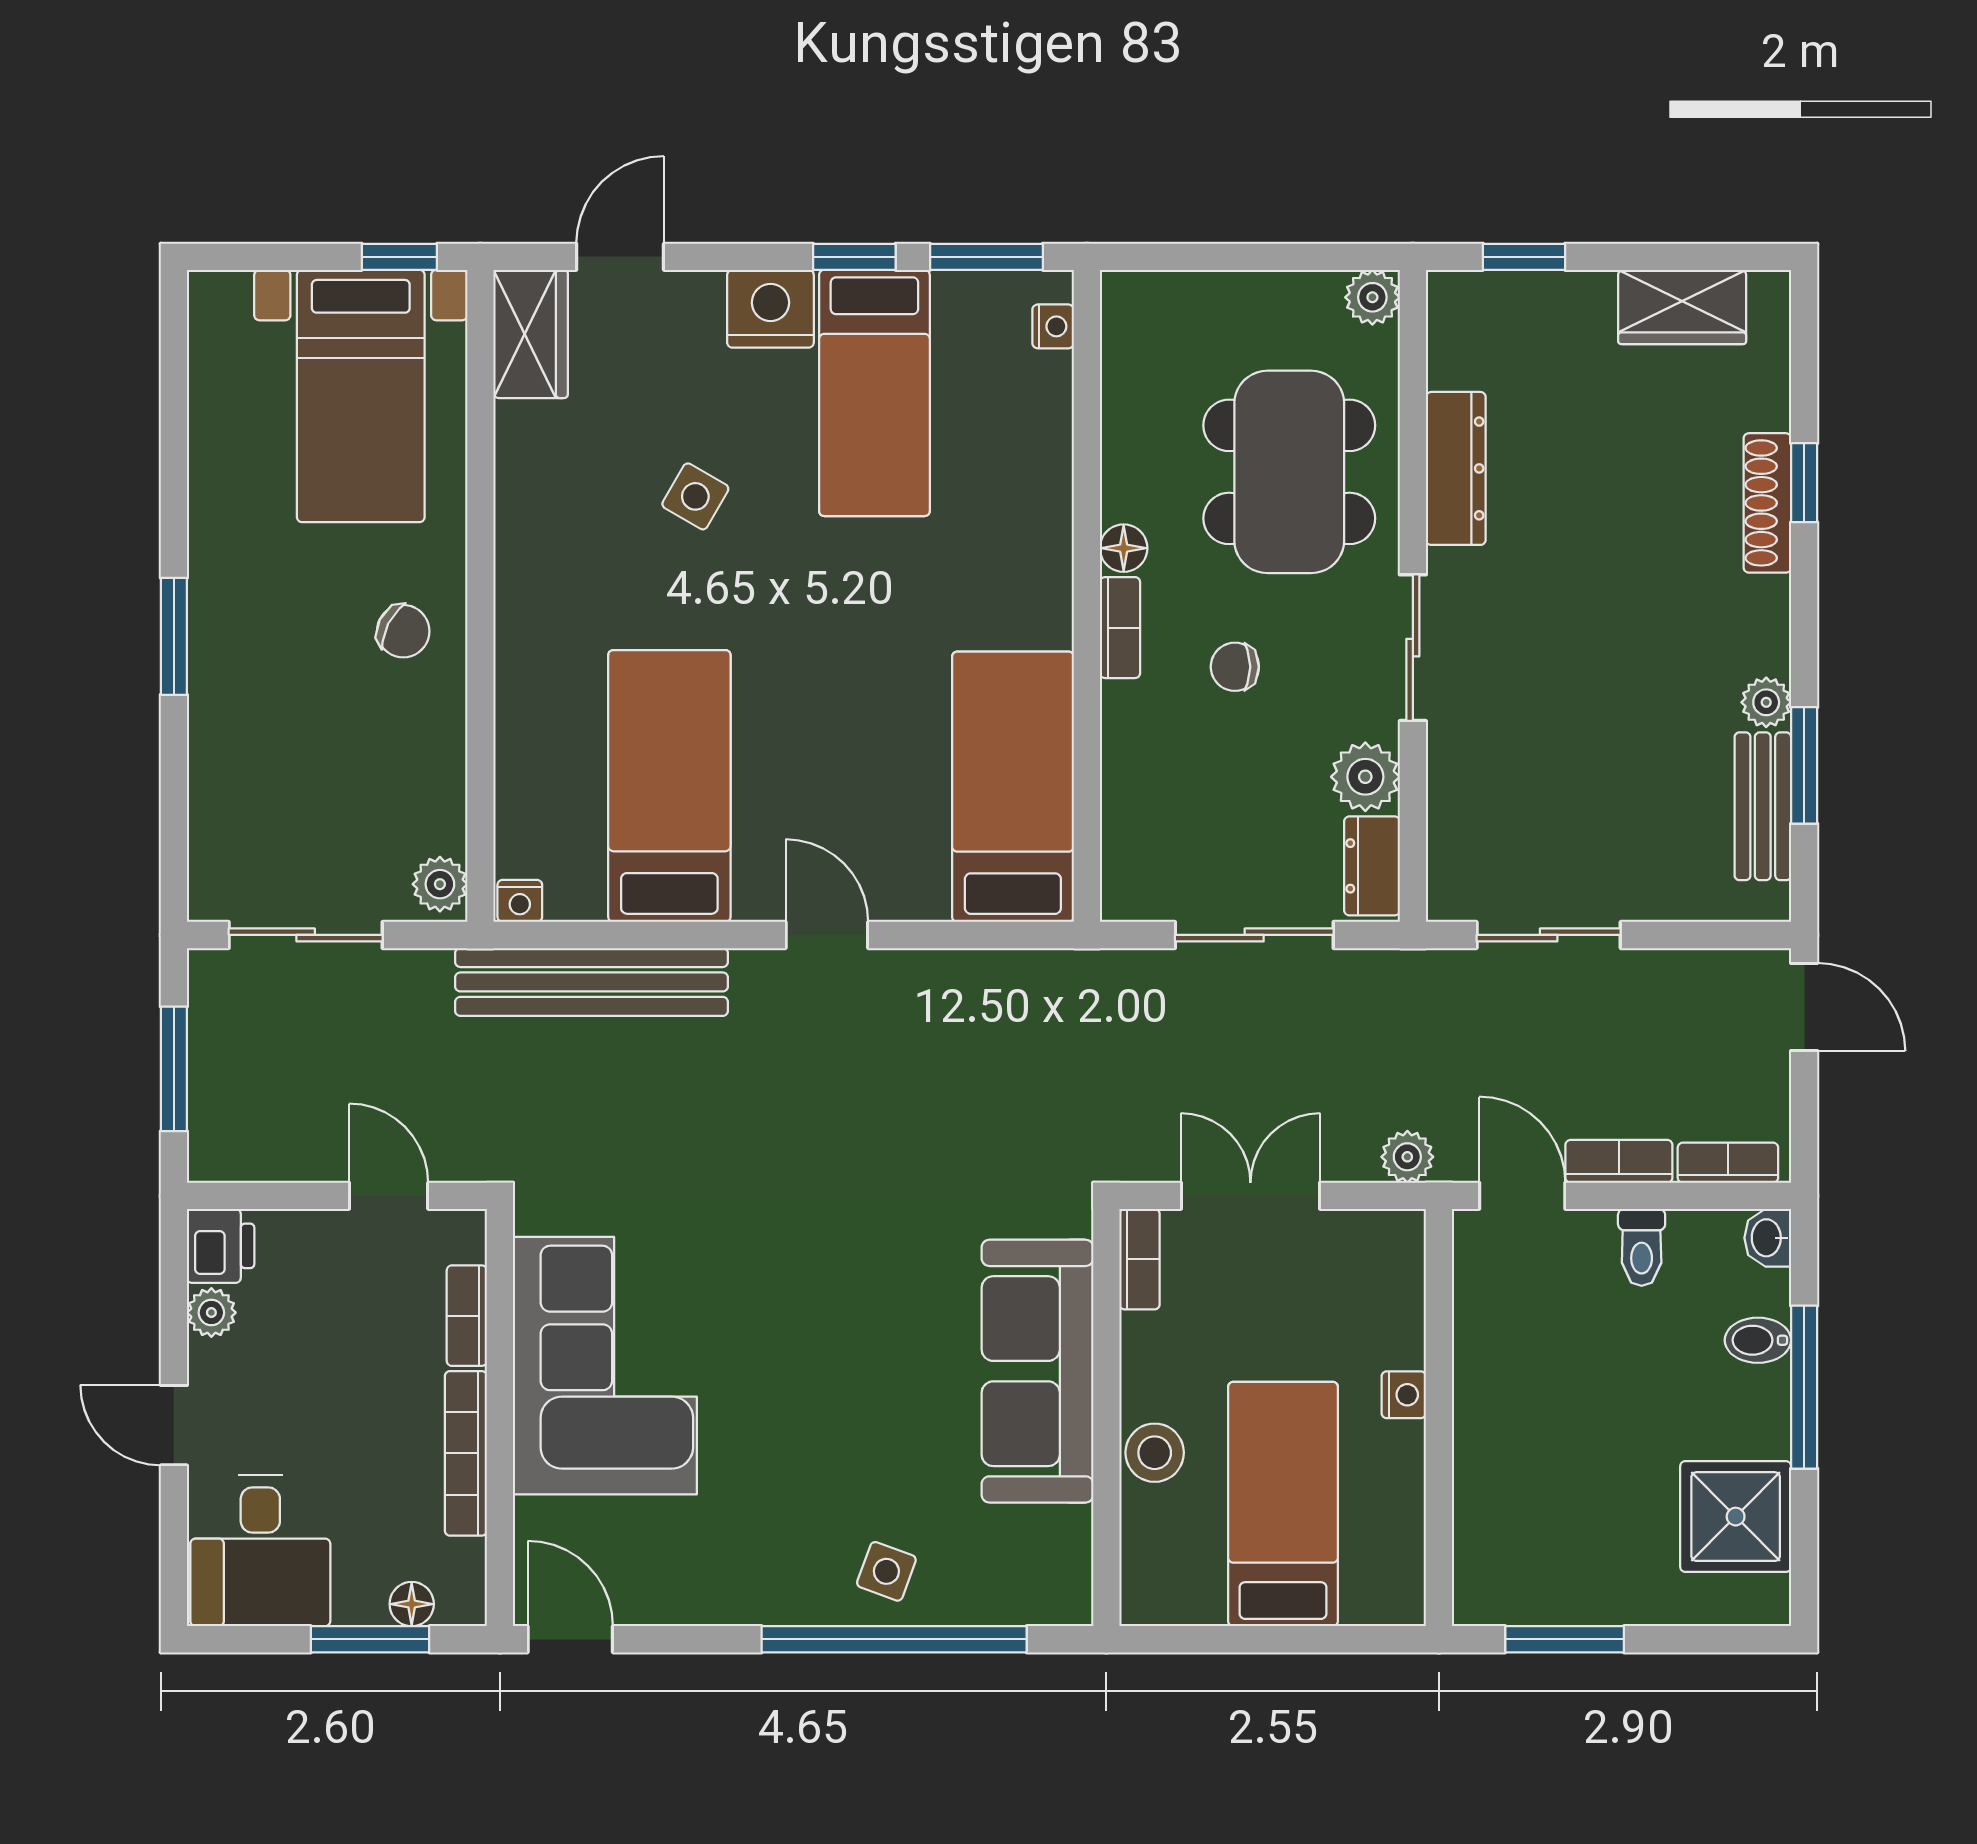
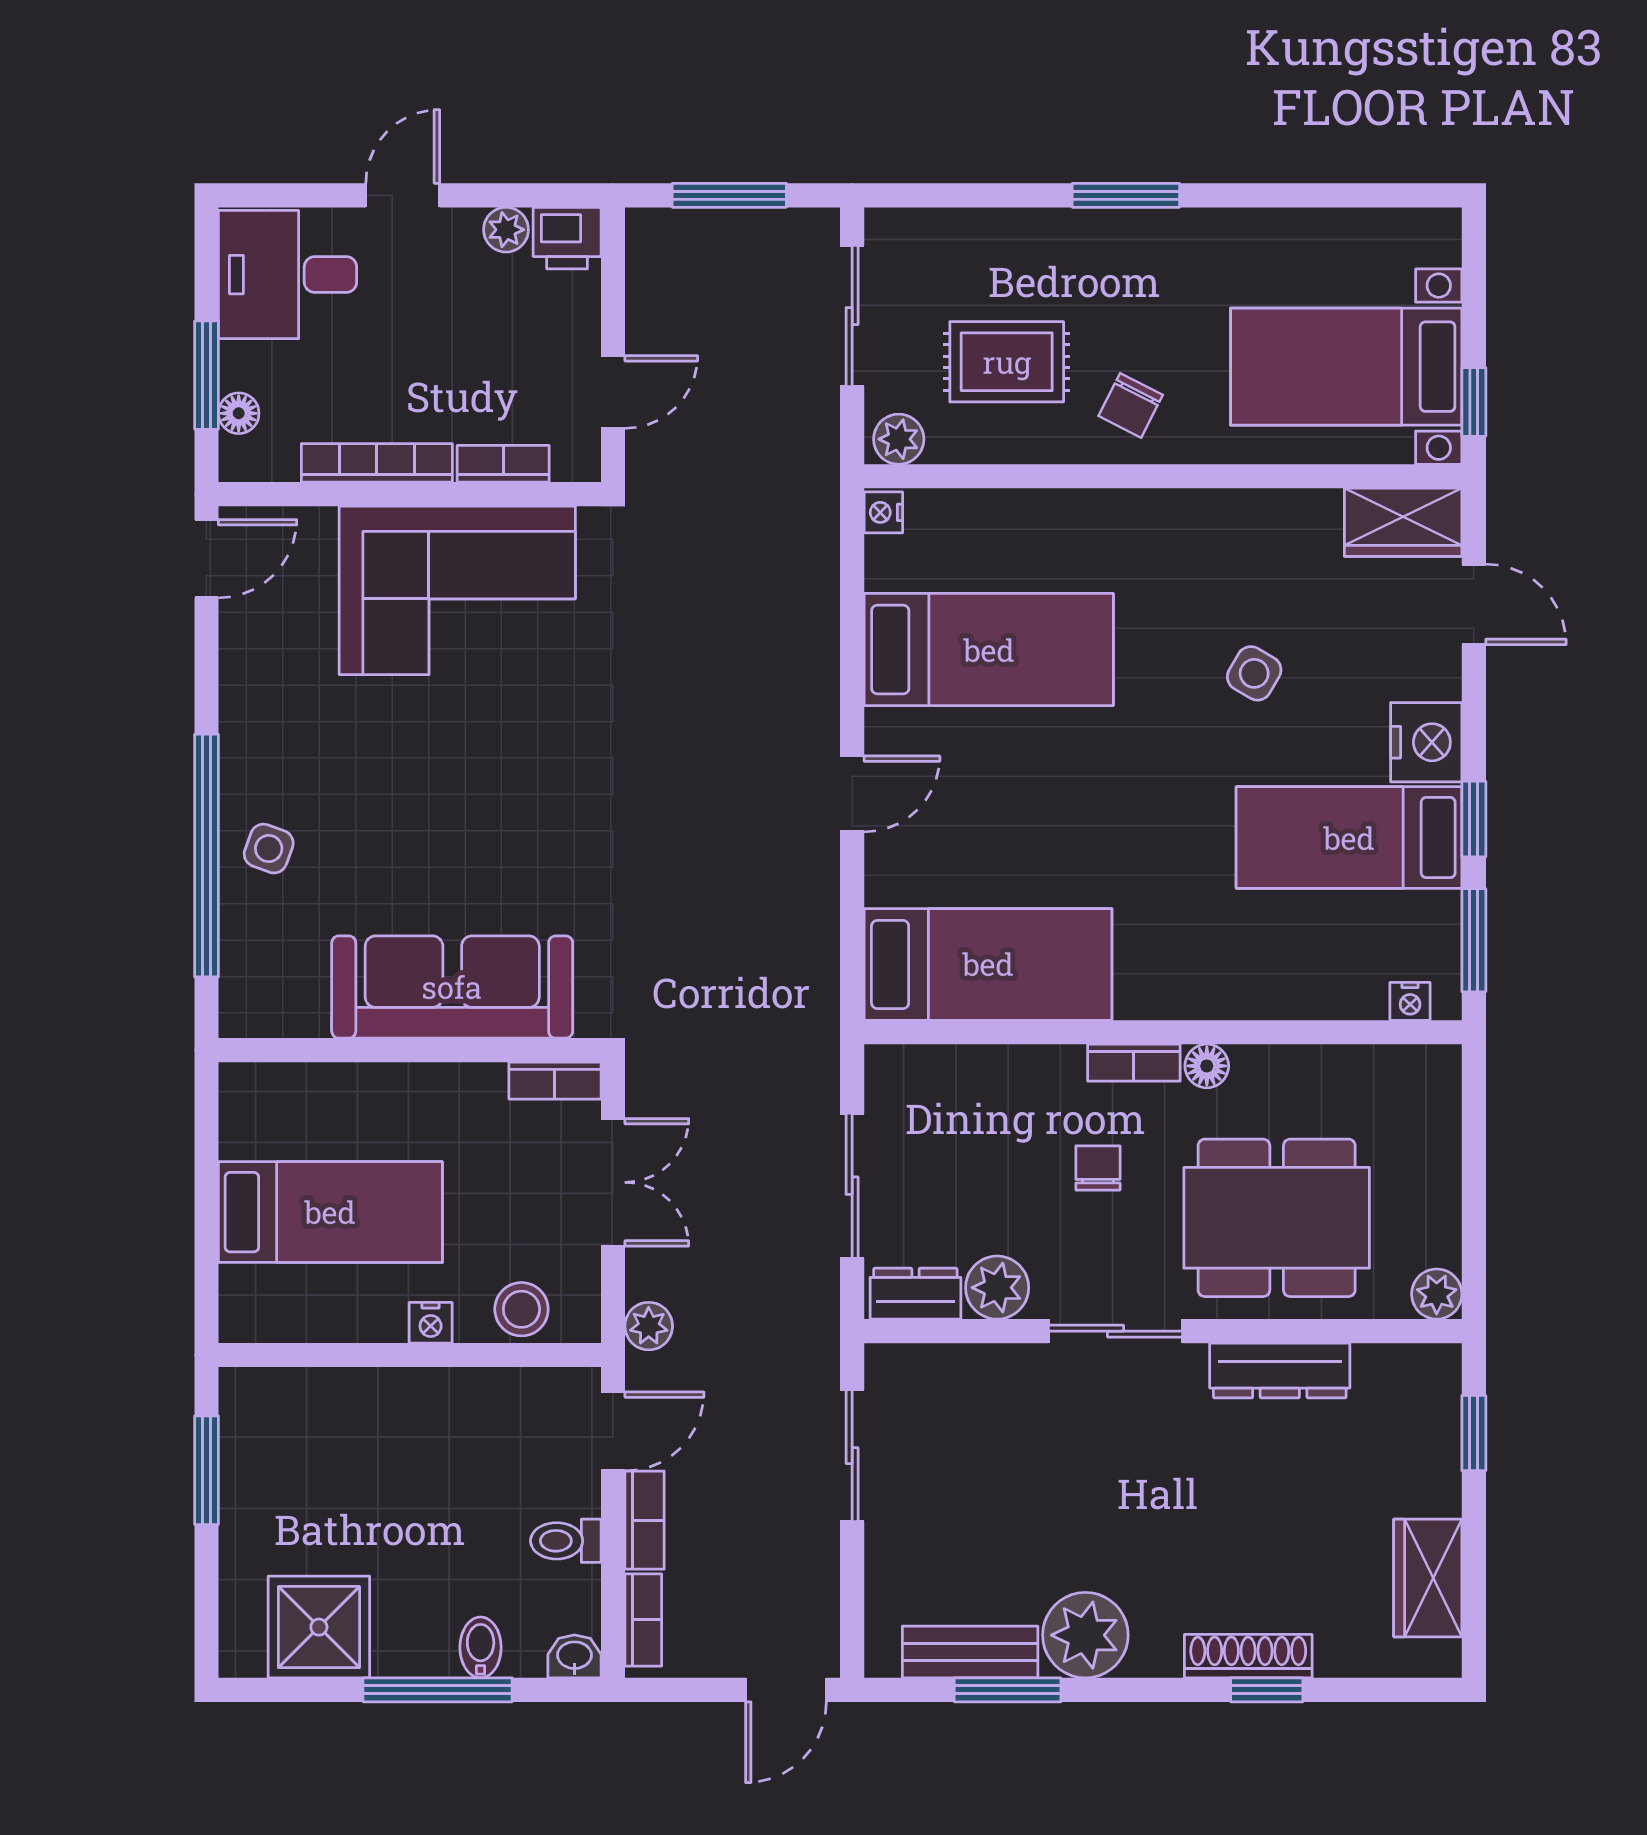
plant: (1766, 702) -> (1085, 1635), width x1.88, depth x1.88
rug: (355, 766) -> (1007, 362), added
bench: (592, 982) -> (809, 578), removed
stool: (1155, 1453) -> (521, 1309), moved

